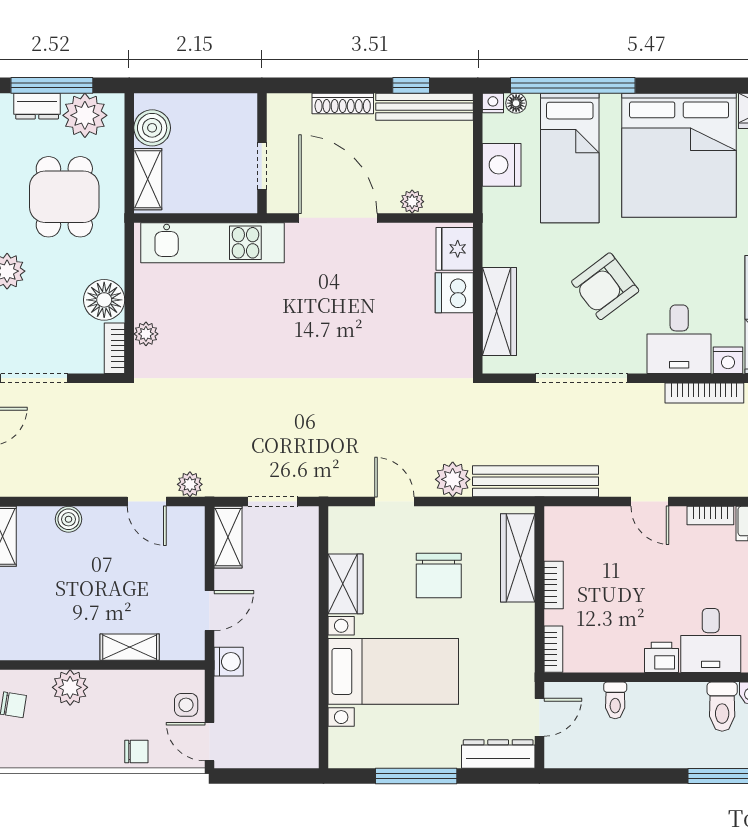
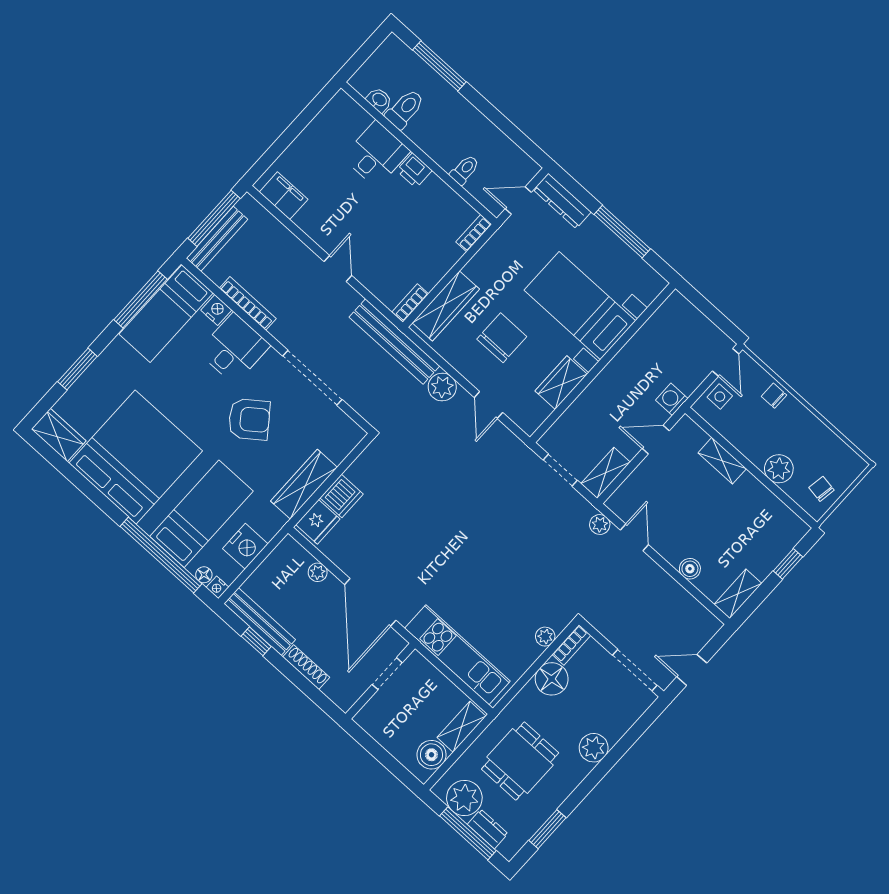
wardrobe: (499, 311) -> (304, 484), moved
bookcase: (710, 516) -> (310, 228), removed
bookcase: (554, 585) -> (410, 303), moved

